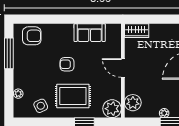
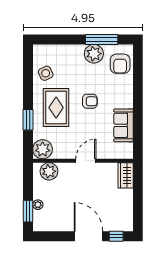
armchair: (67, 64) -> (90, 101), turned 90
plant: (18, 94) -> (94, 54), moved, width x1.88, depth x1.88

